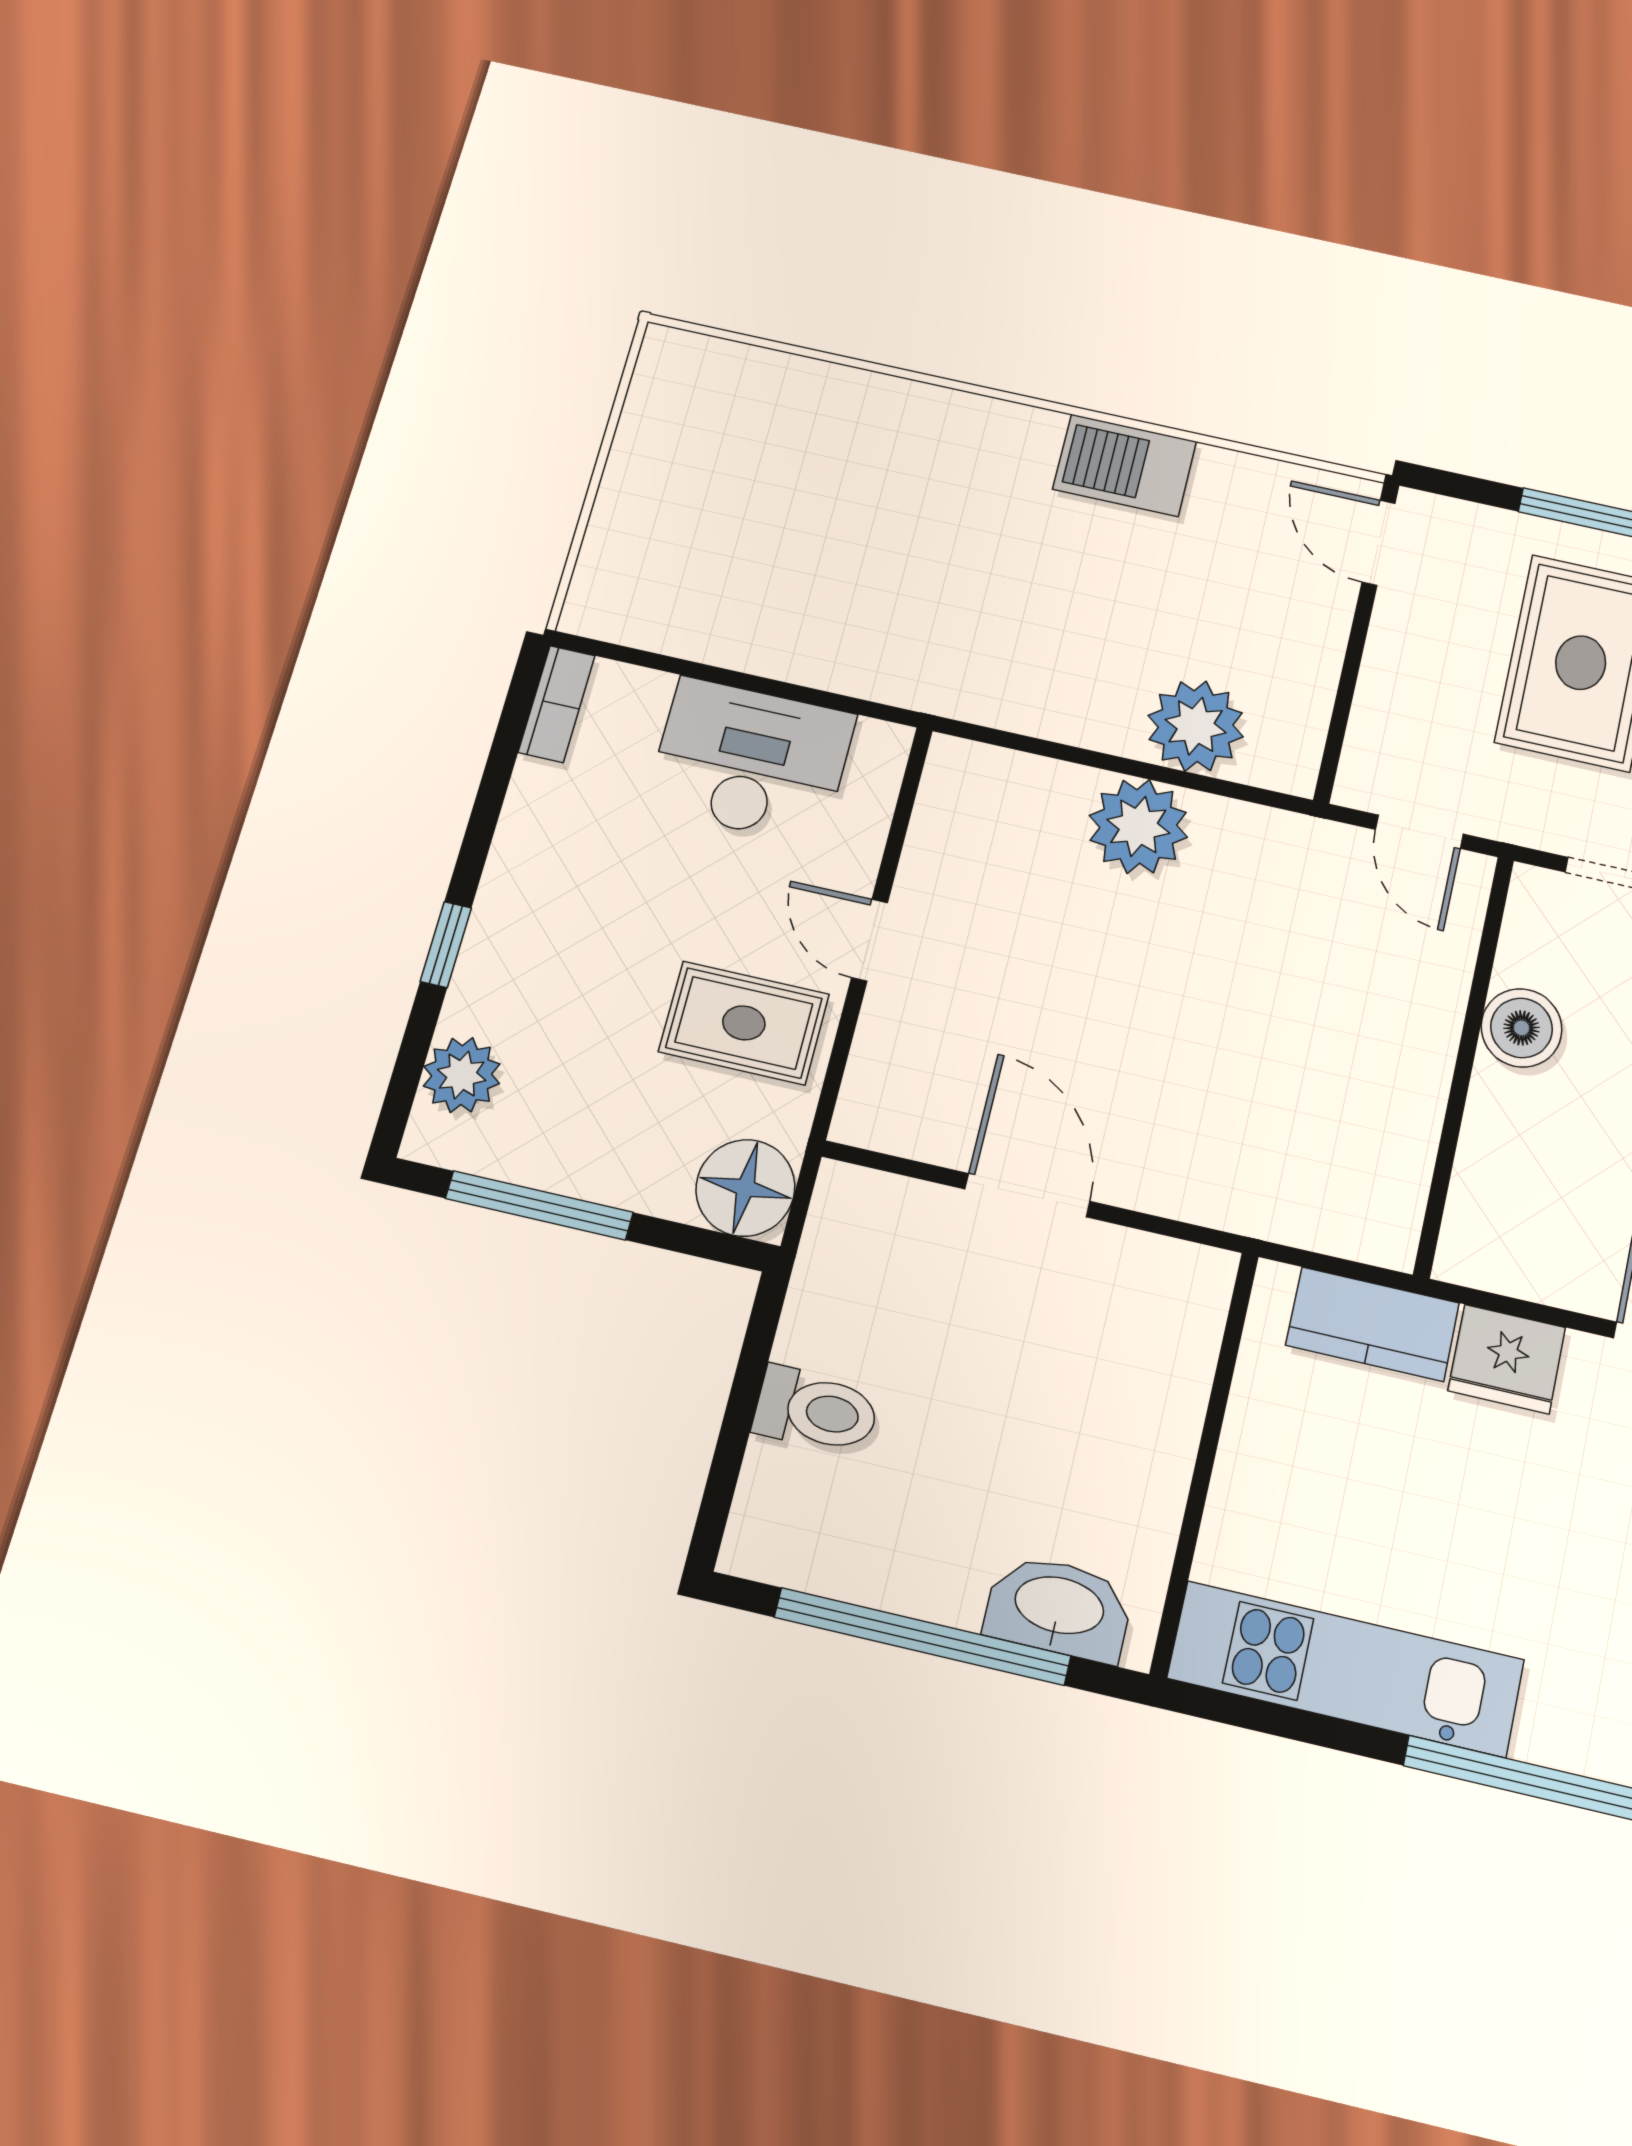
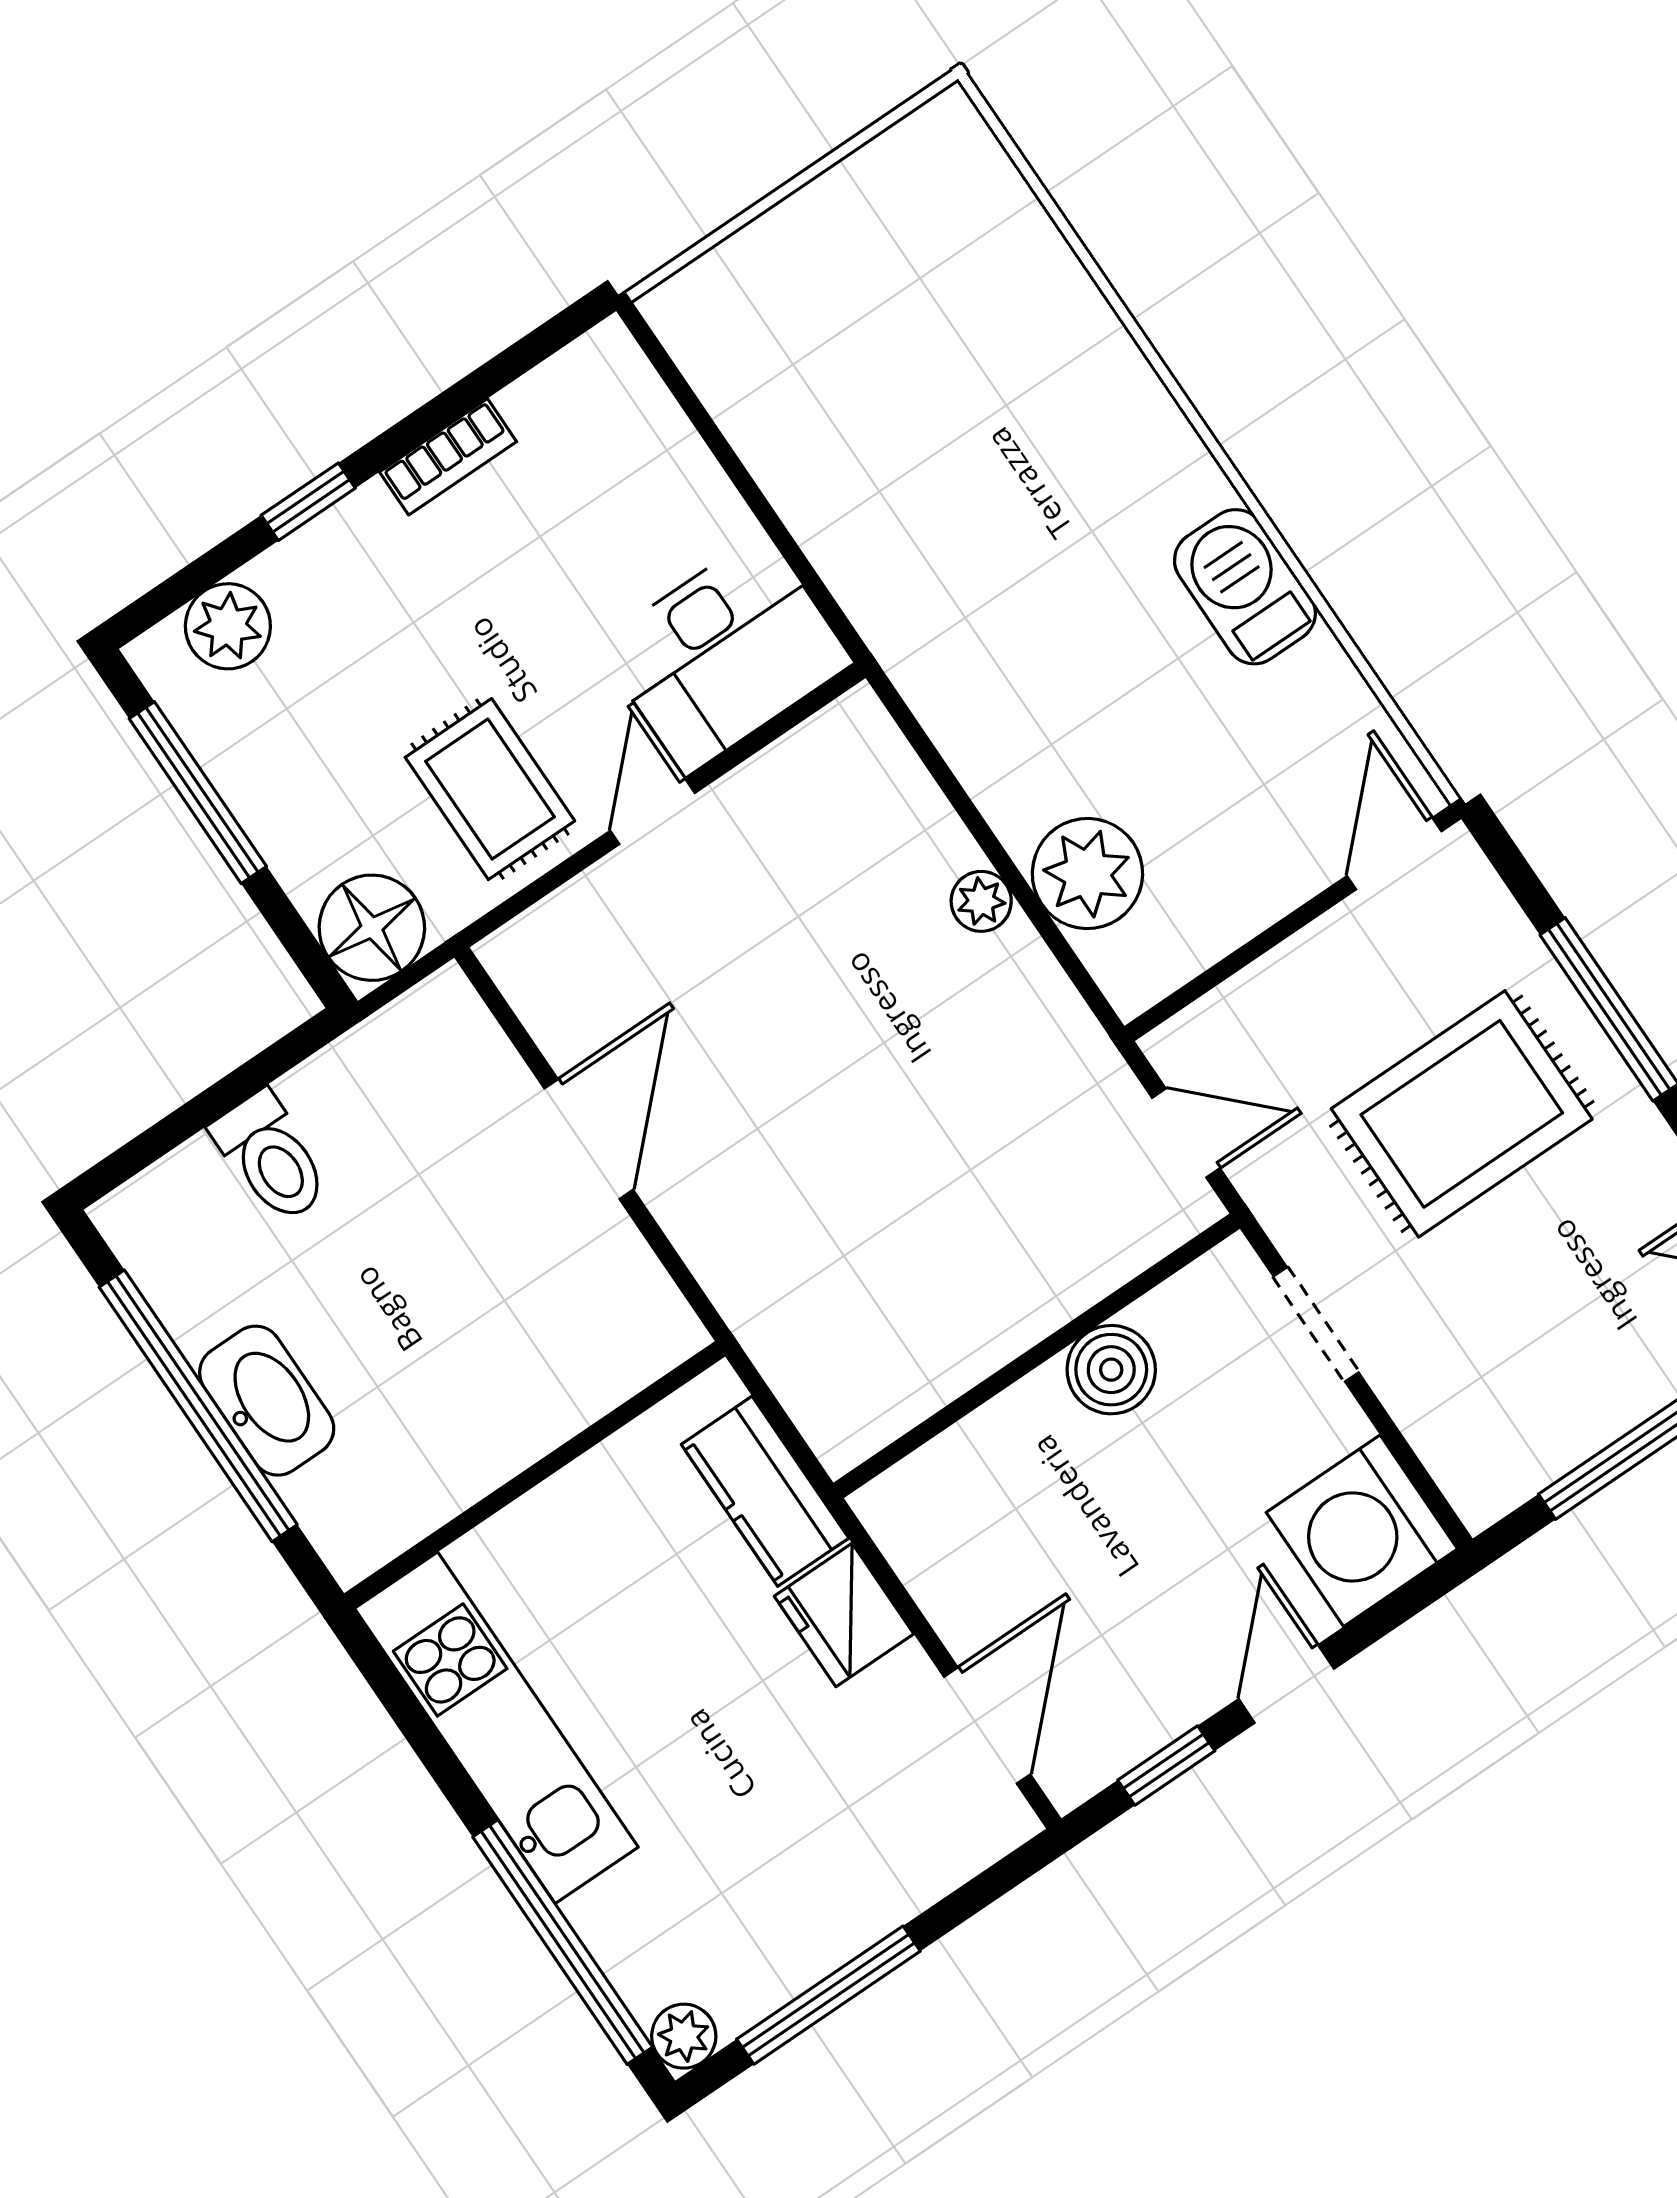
bookcase: (557, 704) -> (448, 457), moved
desk: (751, 761) -> (725, 654), moved, turned 90
plant: (1138, 826) -> (981, 901), width x0.53, depth x0.53
door: (1419, 832) -> (1186, 1133), swing flipped
washbasin: (1059, 1608) -> (267, 1401), moved

